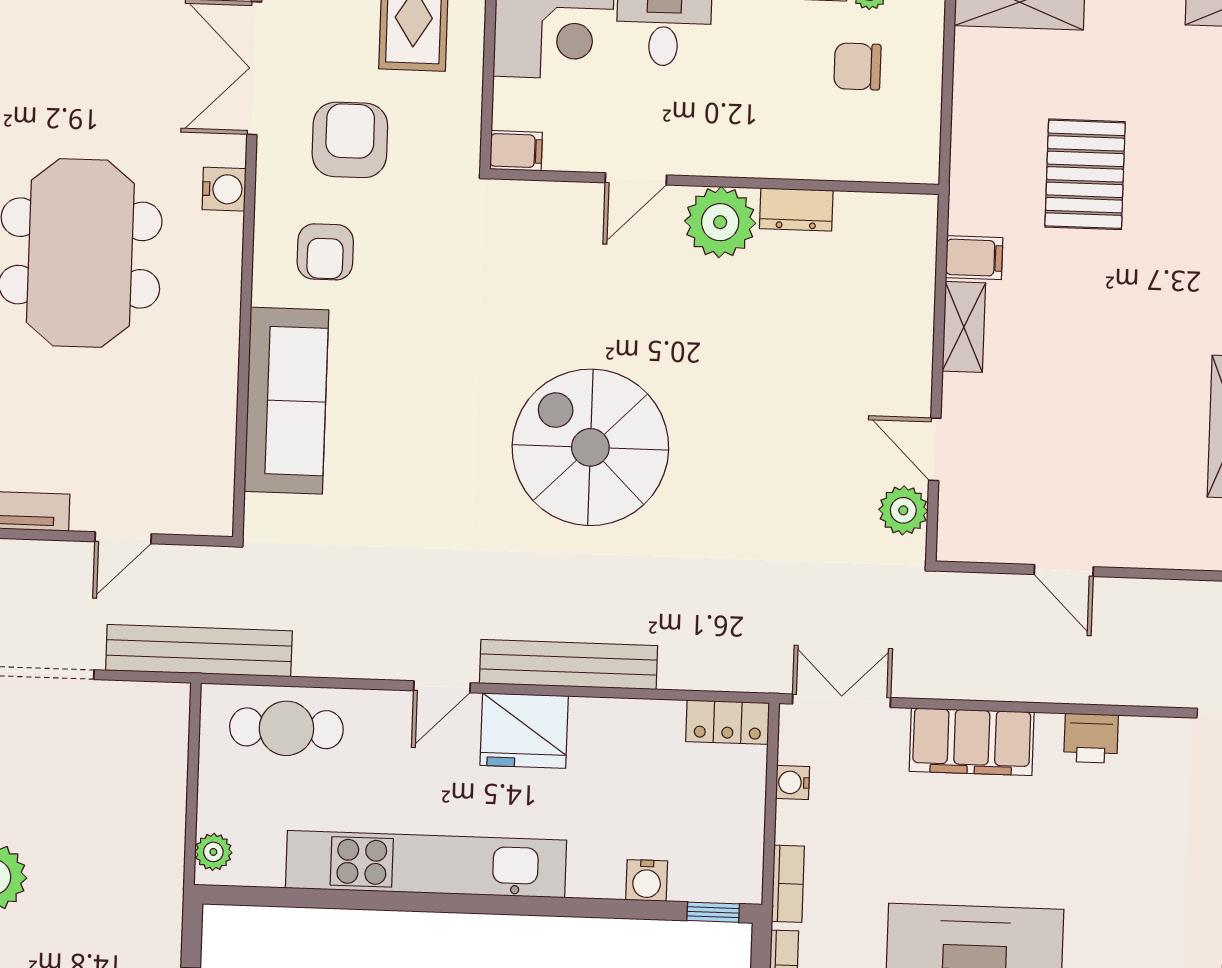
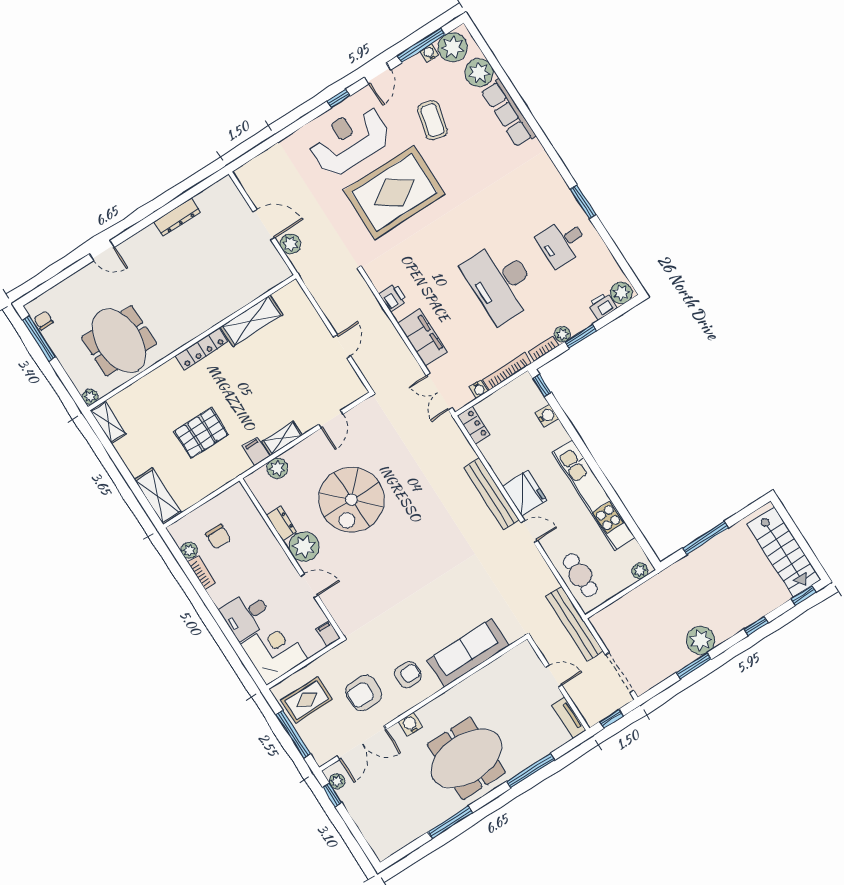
spiral stairs: (590, 447) -> (351, 500), moved
plant: (903, 510) -> (277, 468), moved
bookcase: (788, 884) -> (507, 371), width x1.56

